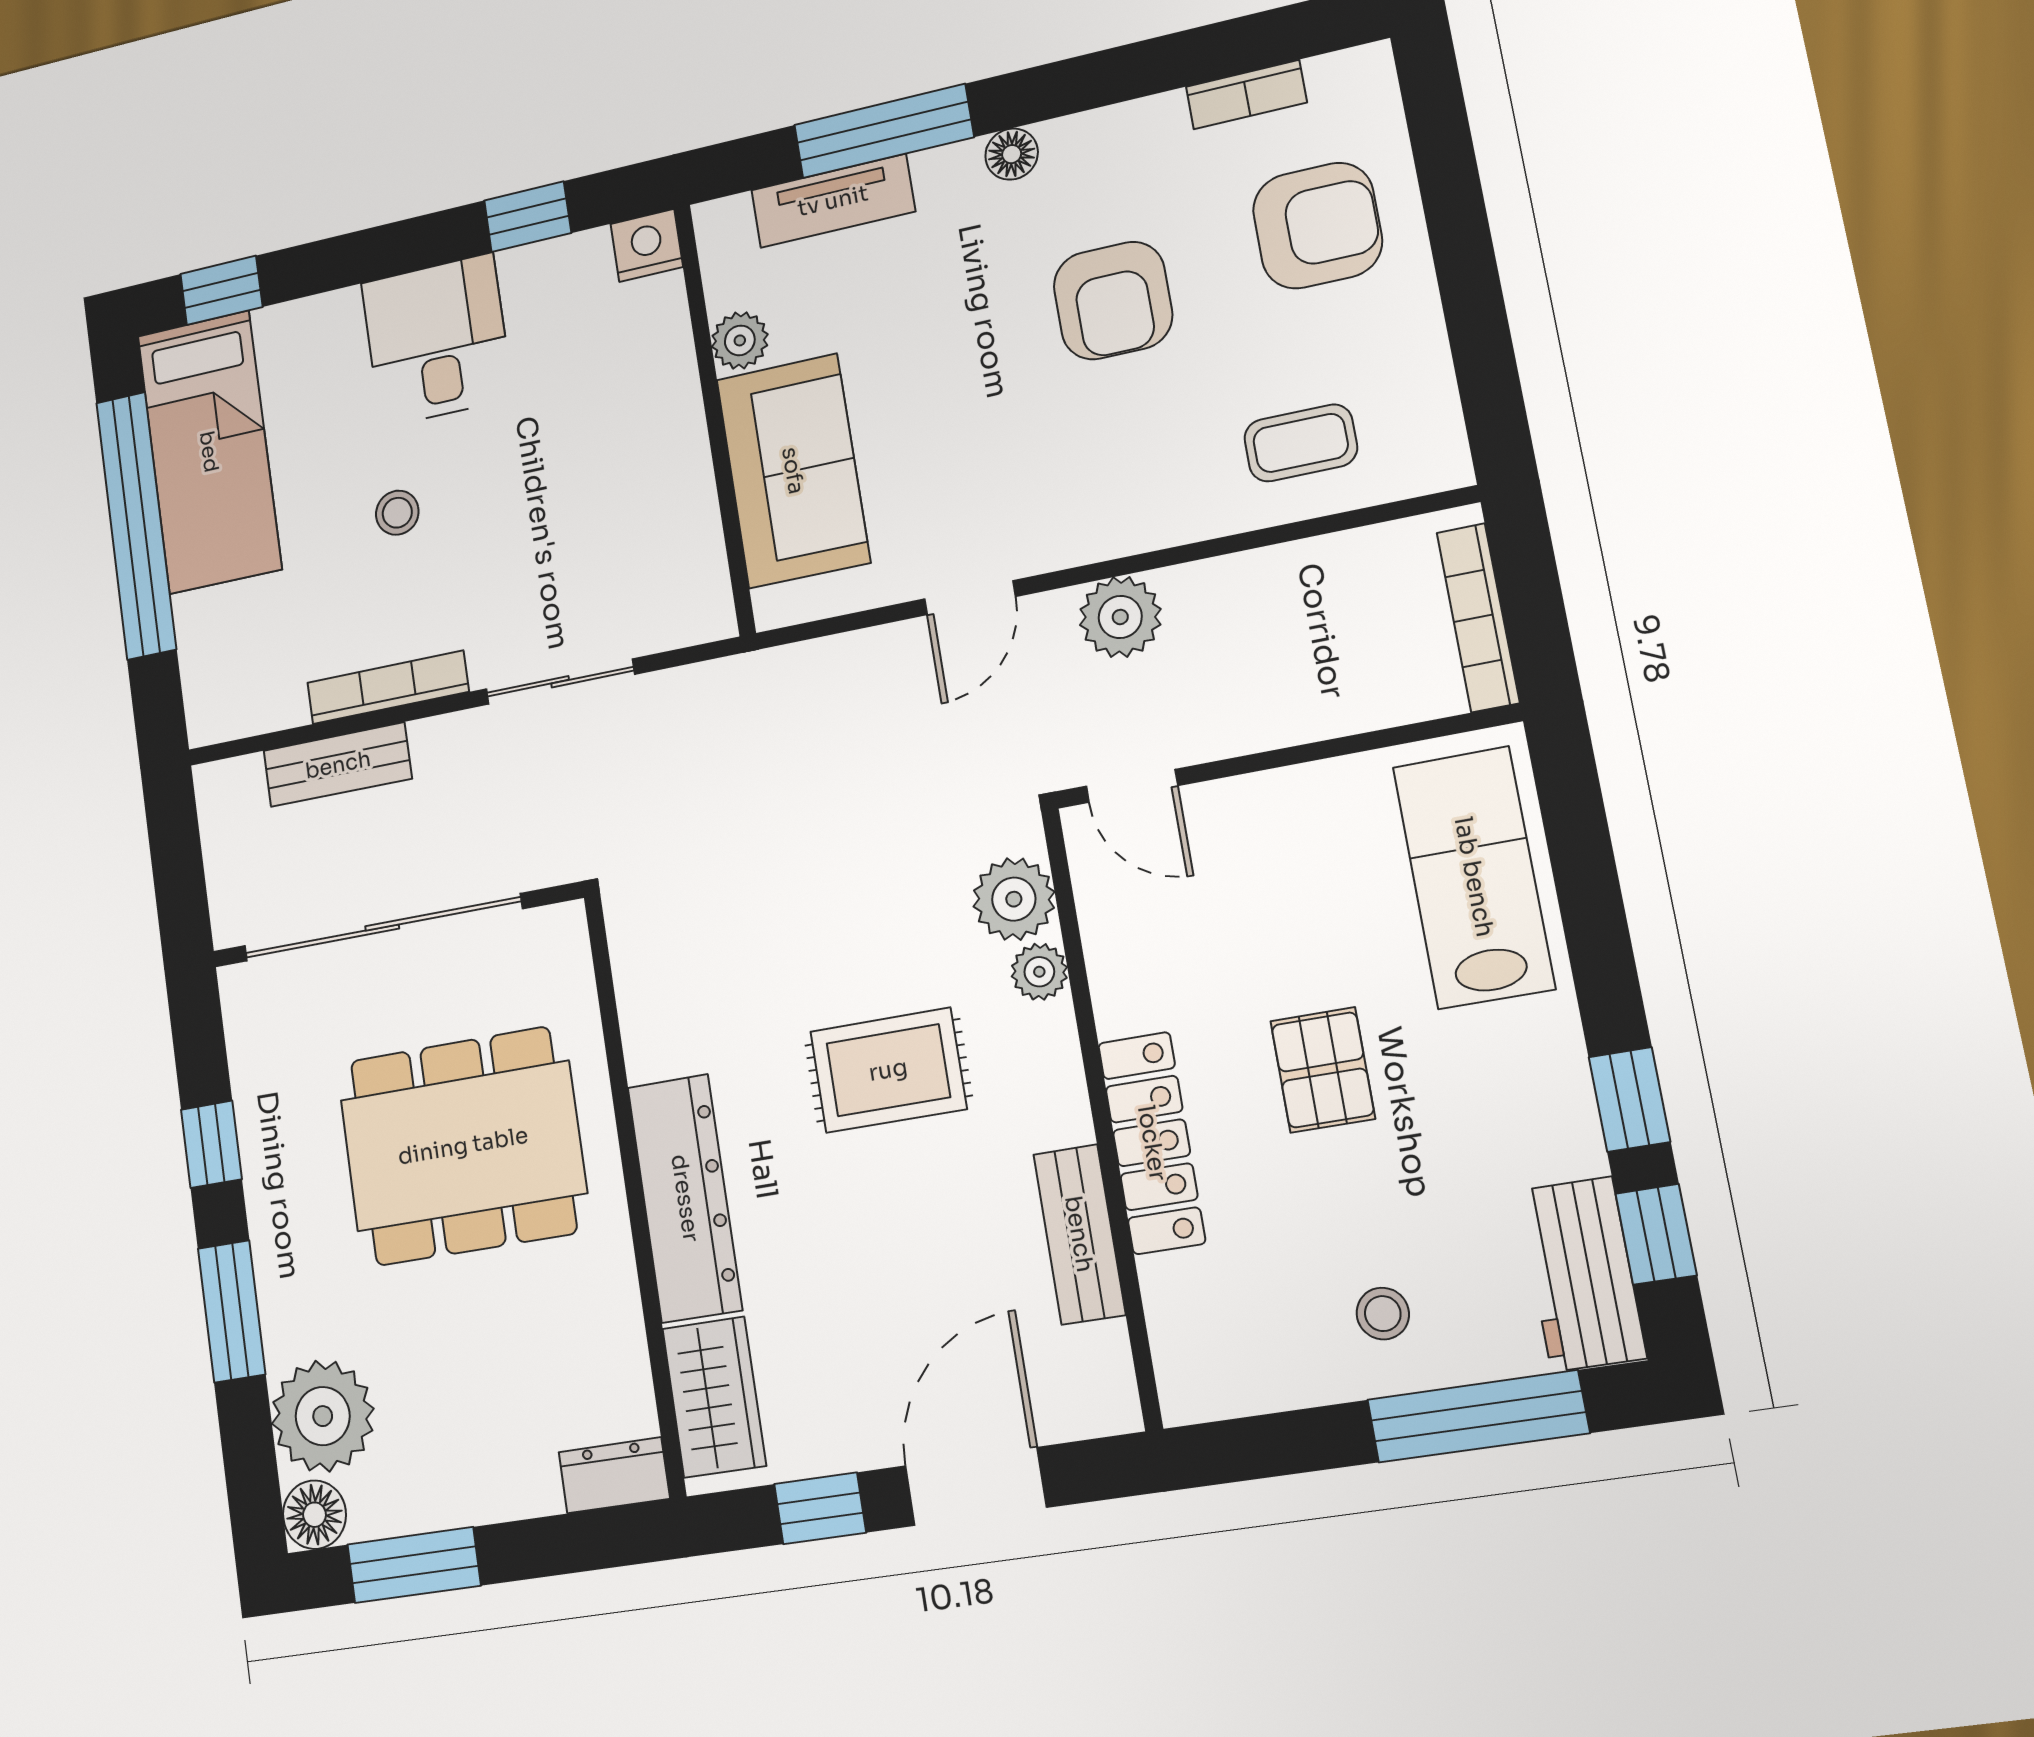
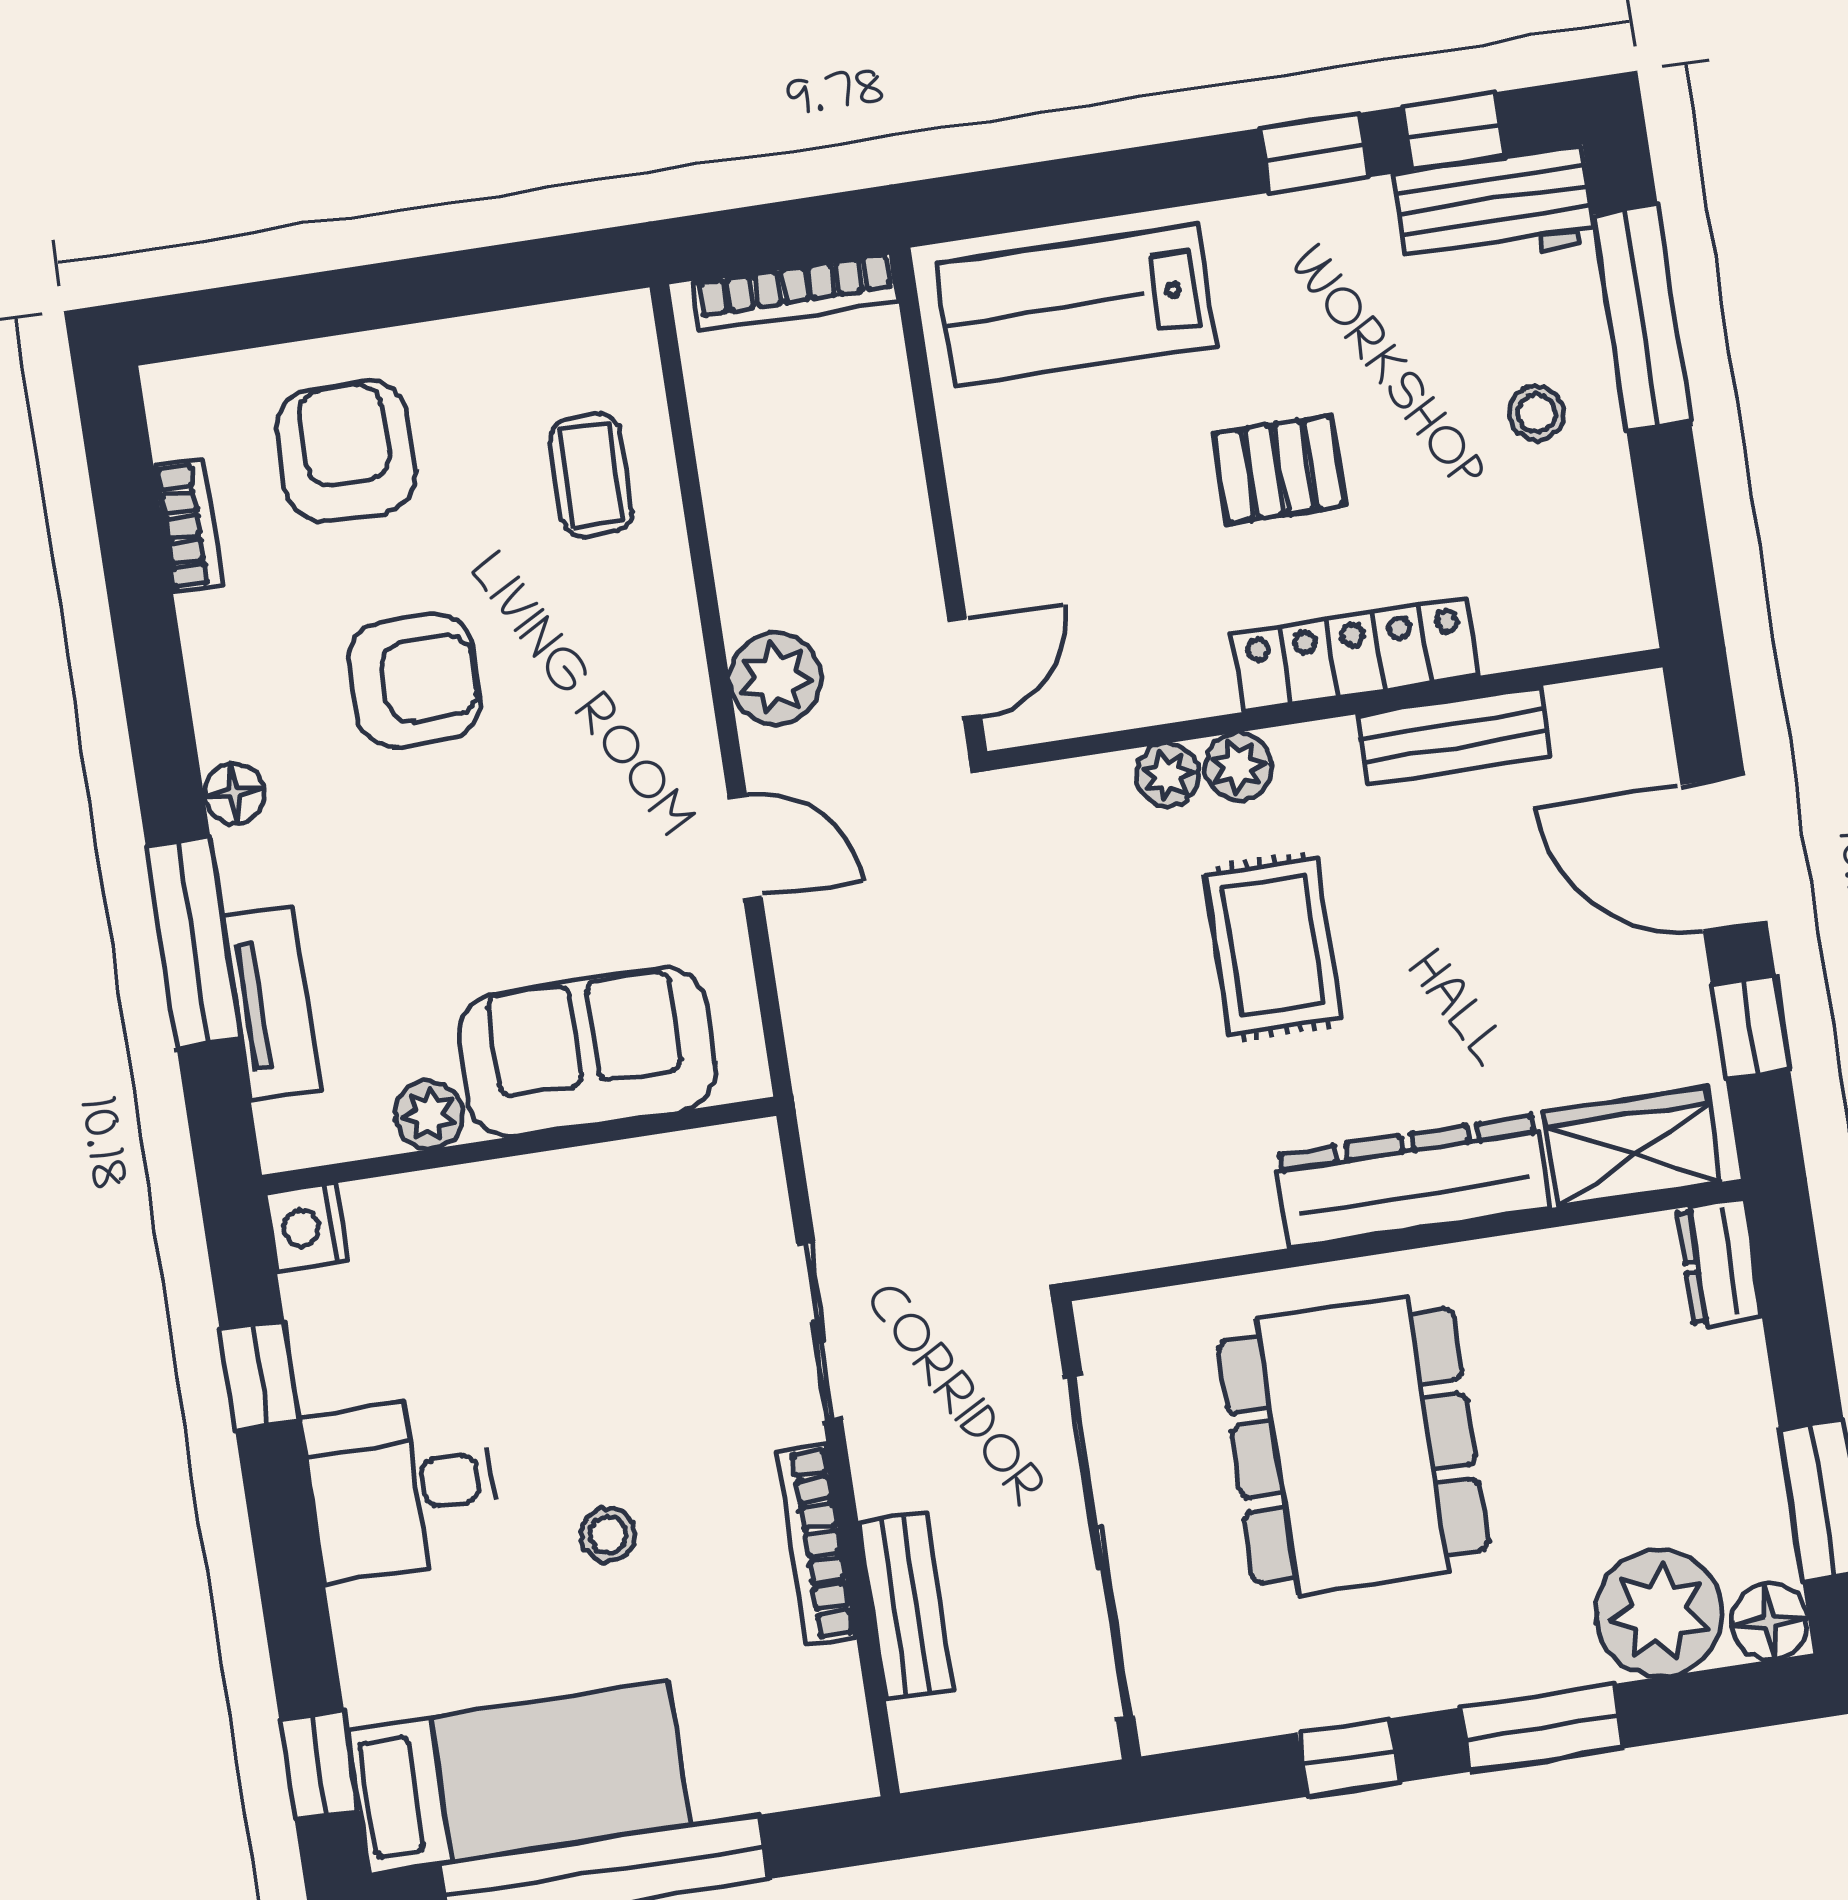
plant: (1014, 899) -> (1238, 766), moved, width x0.73, depth x0.73

